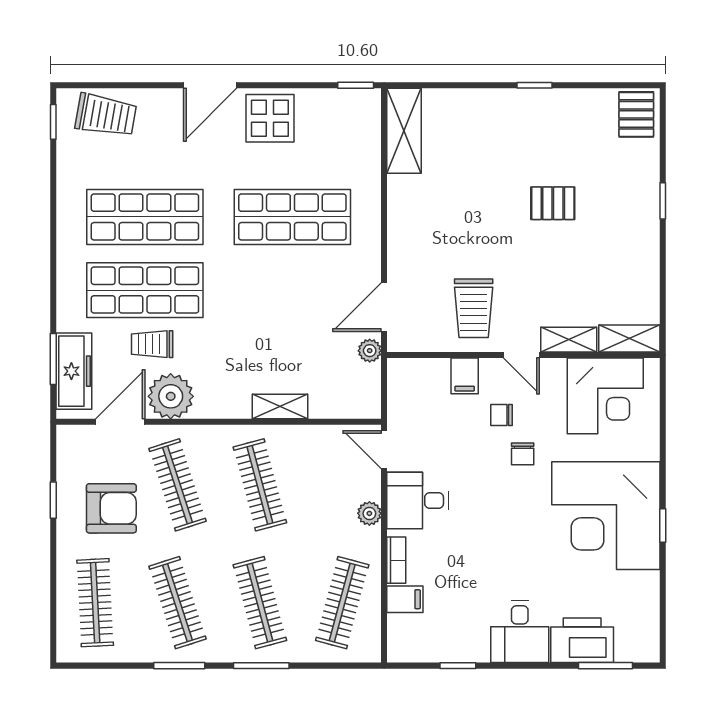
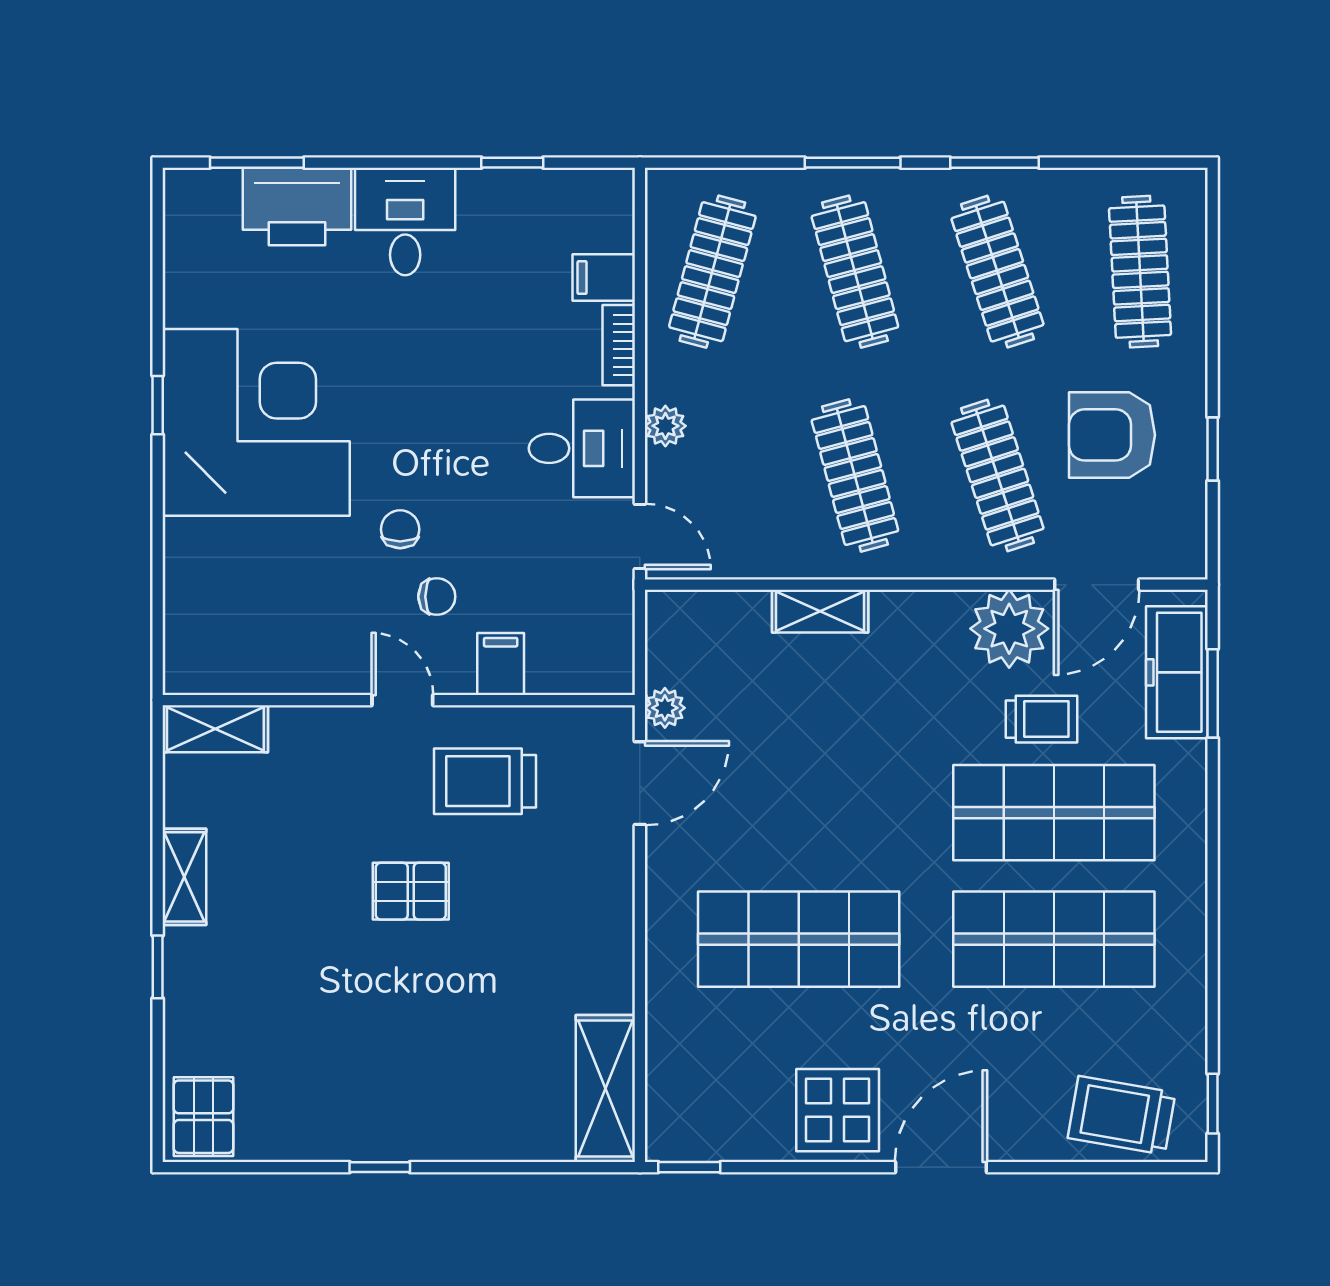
pallet: (553, 203) -> (411, 891), moved
trolley: (474, 308) -> (485, 781), turned -90
shelving: (569, 340) -> (184, 877), moved, turned 90
corner desk: (605, 396) -> (257, 629), removed

